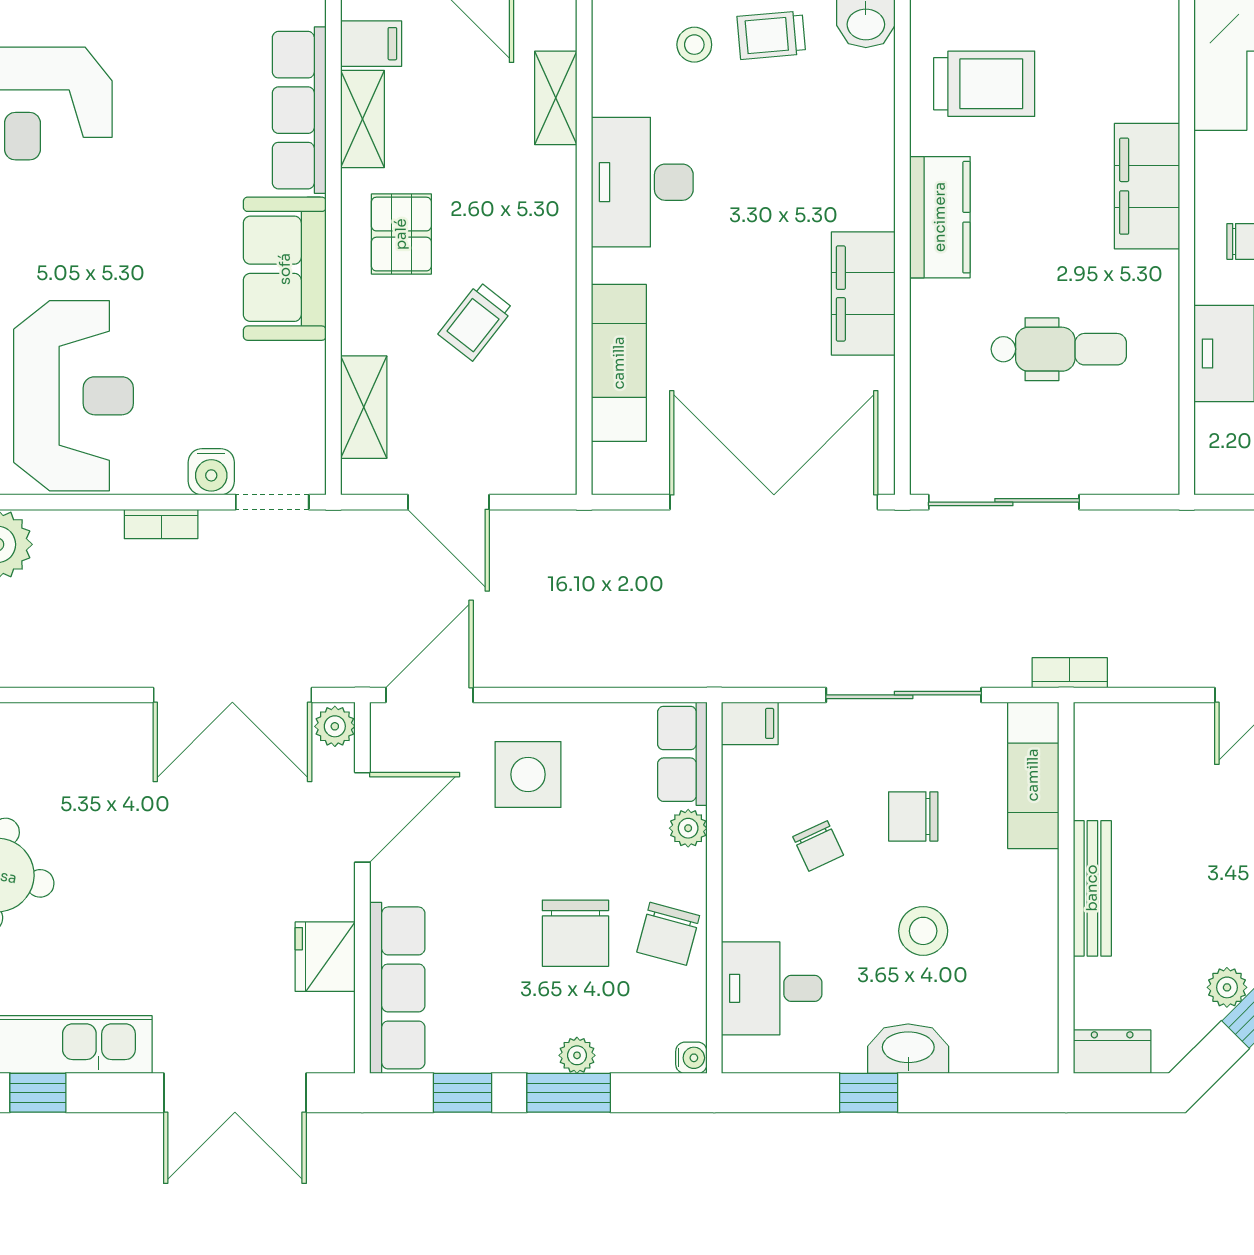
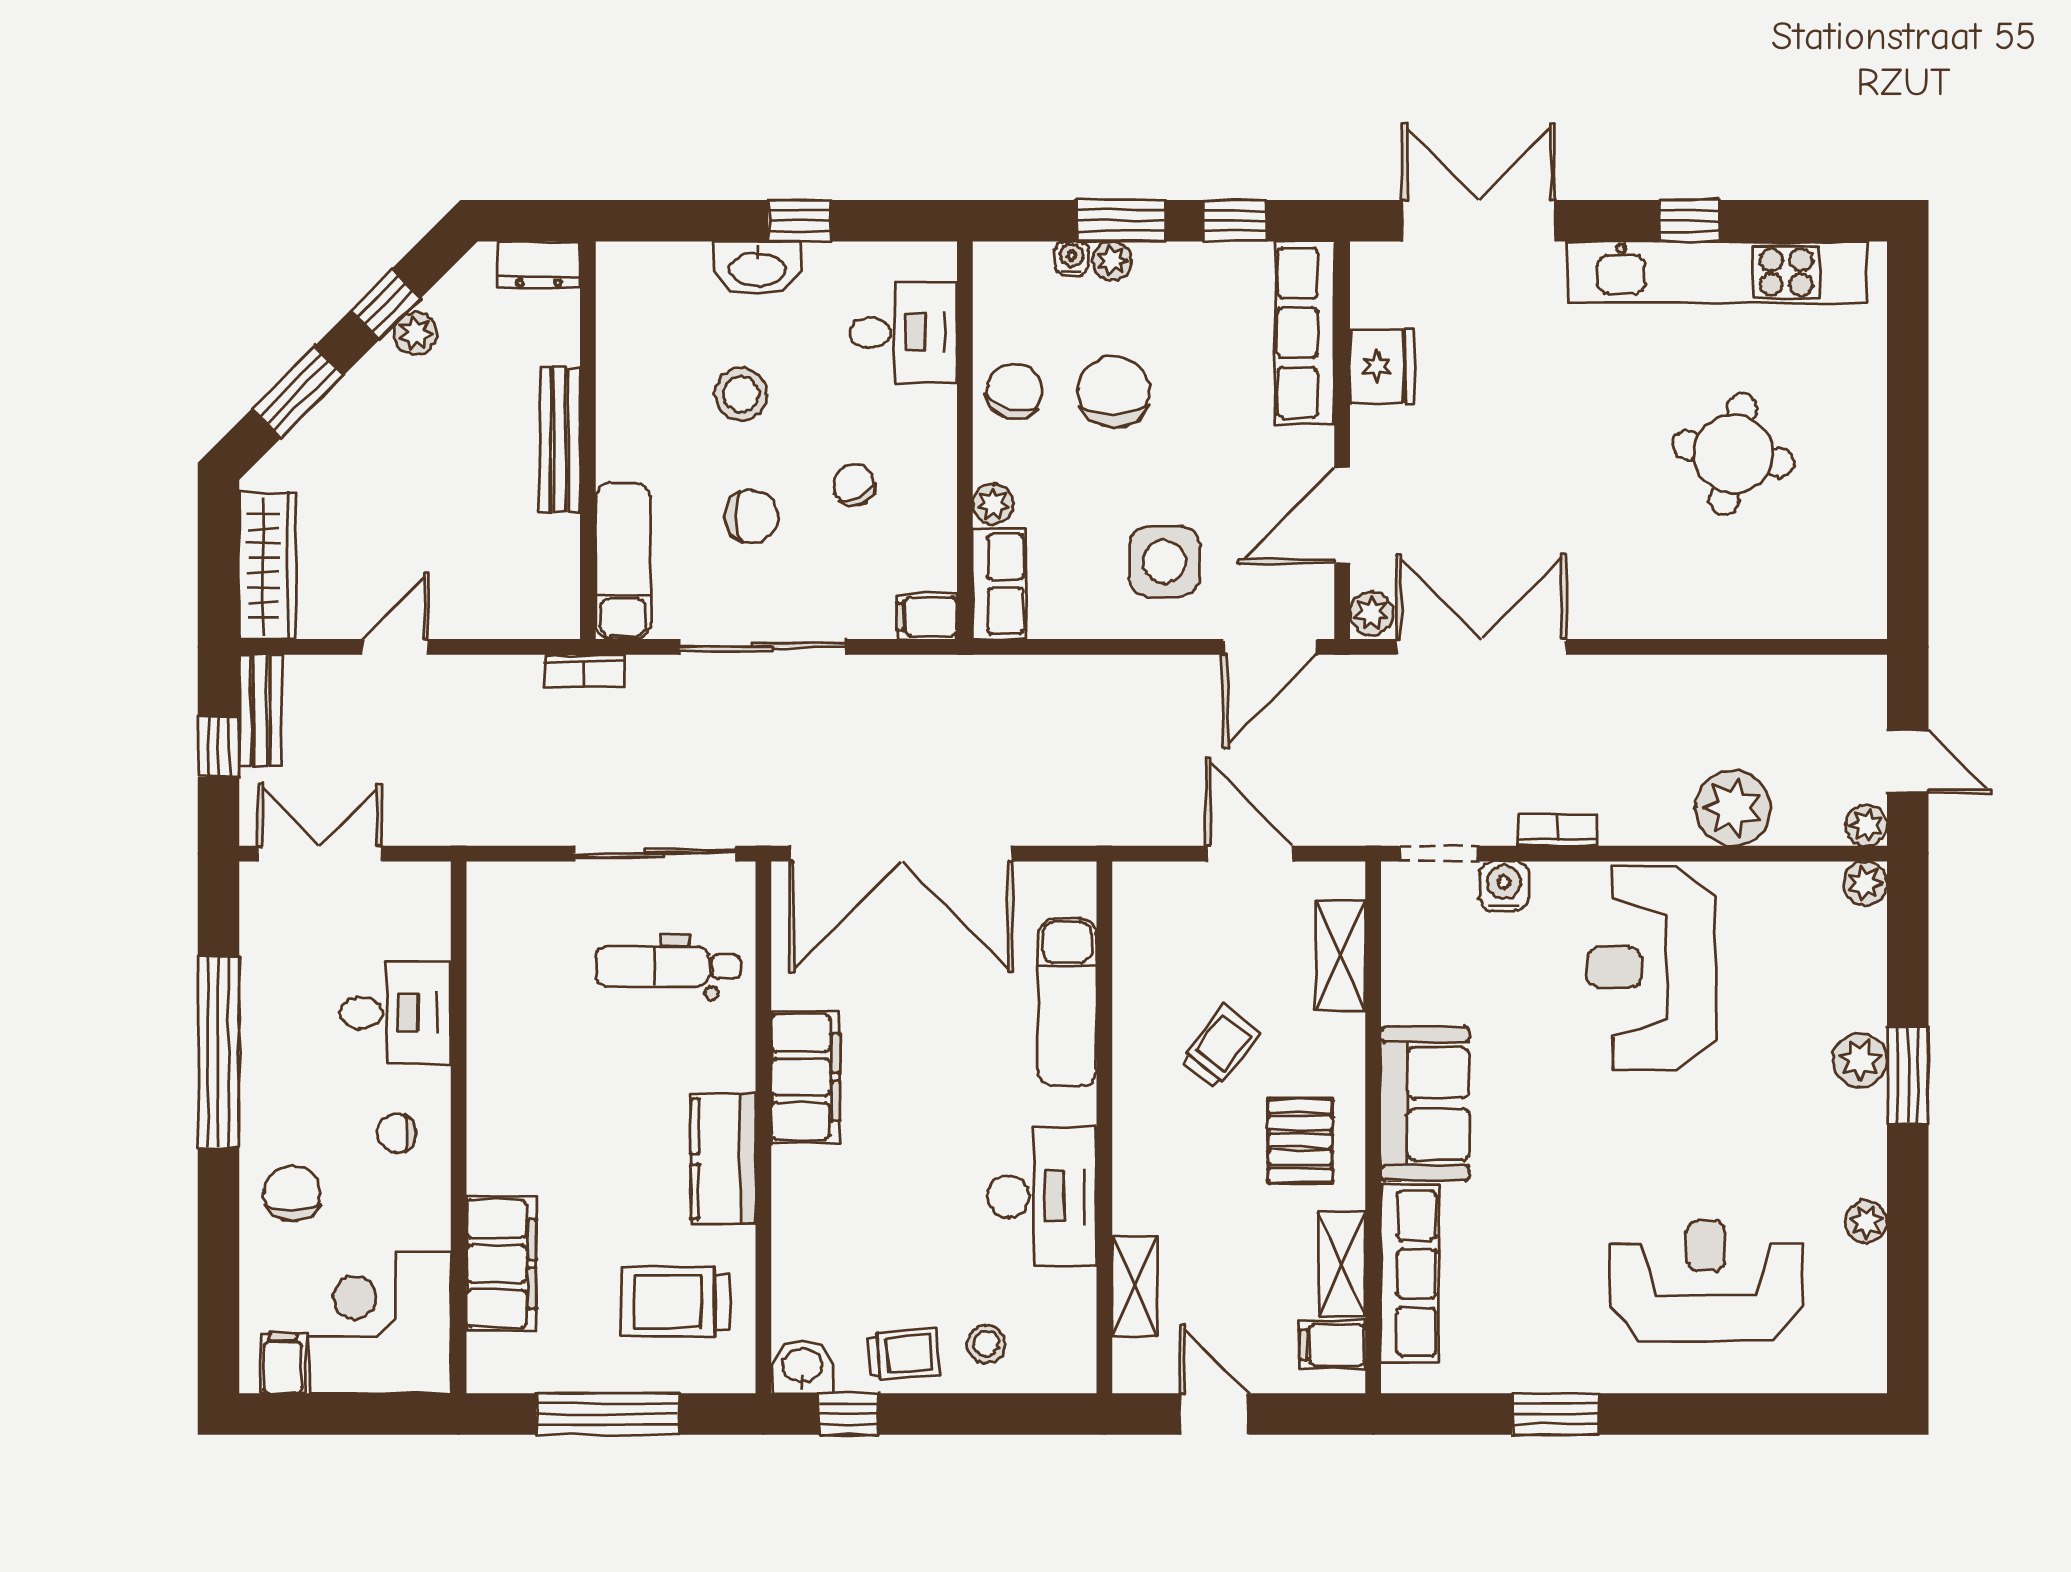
filing cabinet: (1147, 186) -> (501, 1264), moved
dental chair: (1059, 349) -> (668, 967), moved
water cooler: (691, 1058) -> (1072, 258), moved, turned 90

